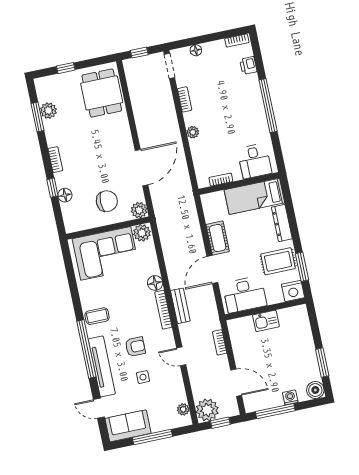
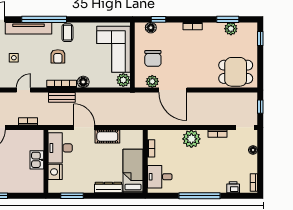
window: (66, 68) -> (260, 38), moved
plant: (193, 132) -> (191, 139), width x1.88, depth x1.88
window: (52, 188) -> (159, 19), moved
floor lamp: (65, 195) -> (151, 28), moved
plant: (139, 210) -> (152, 81), moved
rug: (278, 261) -> (80, 178), removed
nightstand: (293, 291) -> (55, 172), moved
armchair: (135, 347) -> (58, 56), moved

